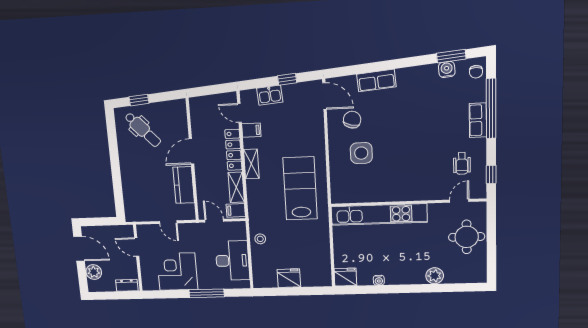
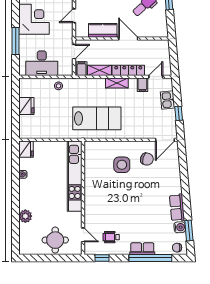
row of seats: (376, 80) -> (177, 208), moved

